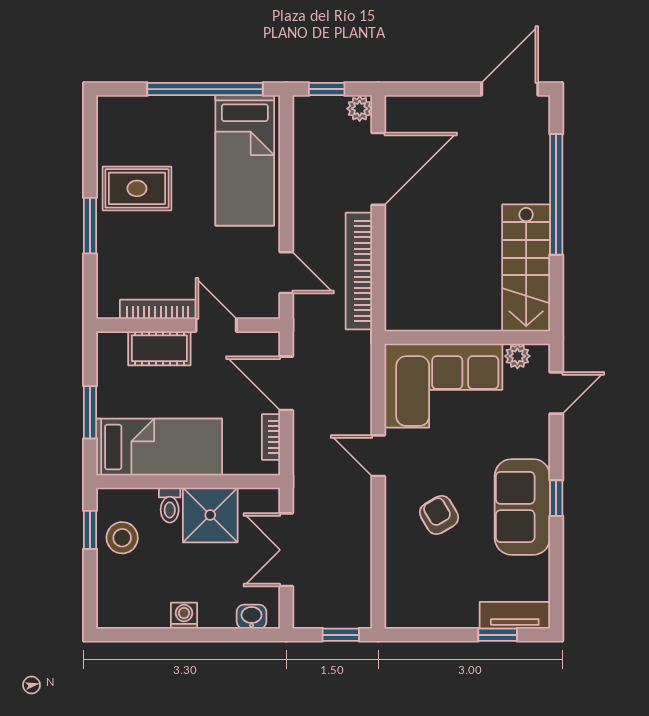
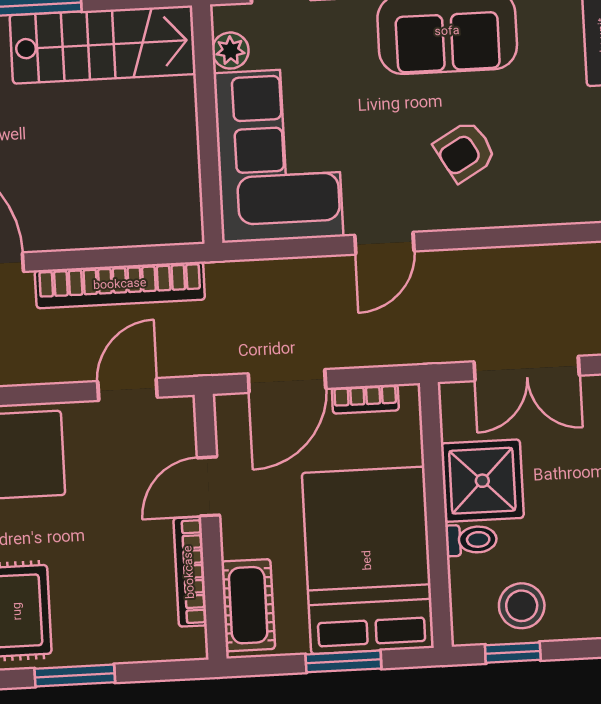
cot: (159, 348) -> (248, 605), moved
bed: (159, 447) -> (368, 560), width x1.50

